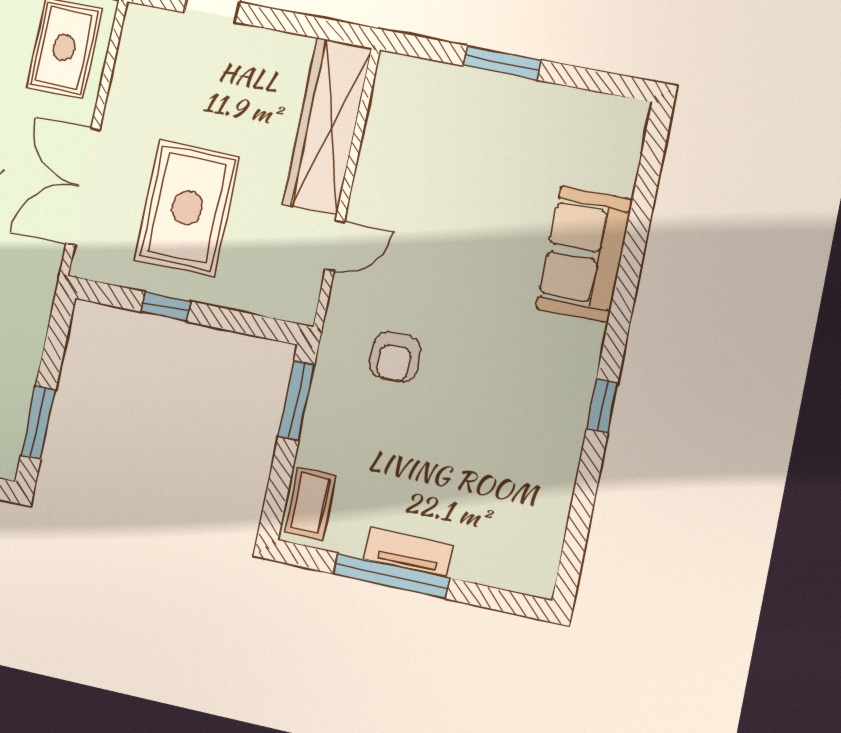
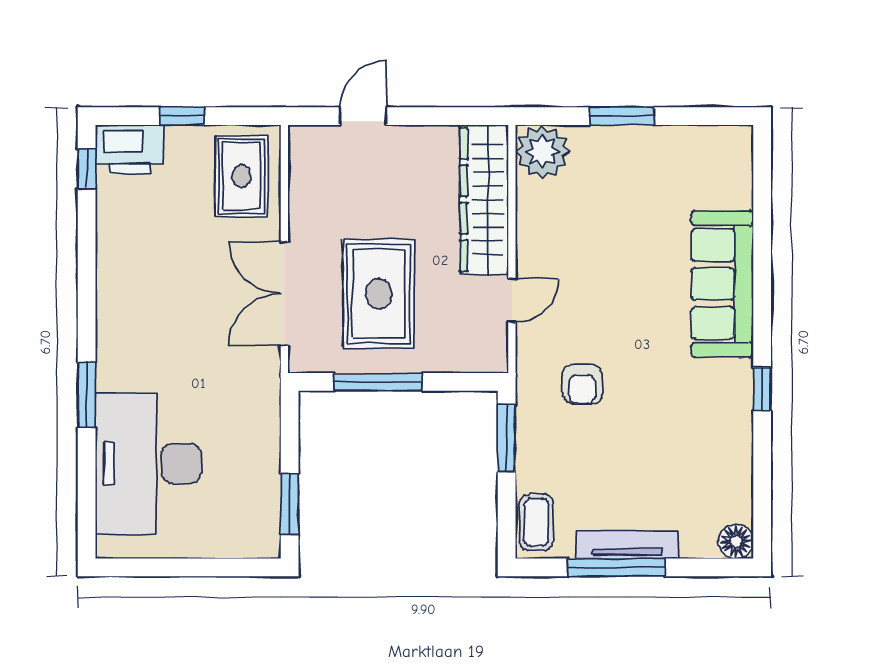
plant: (404, 86) -> (542, 152), added
sofa: (584, 254) -> (722, 284), width x1.36
window: (166, 307) -> (378, 382), width x2.17
tv unit: (409, 553) -> (627, 545), width x1.41
floor lamp: (536, 576) -> (736, 541), added

